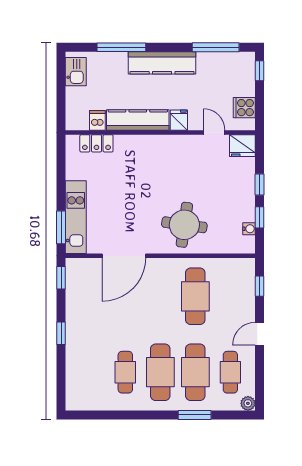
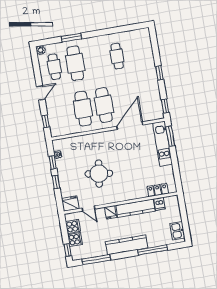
cooker: (244, 86) -> (75, 240), added
round table: (184, 225) -> (99, 174), moved
cafe table: (160, 372) -> (104, 105), moved

